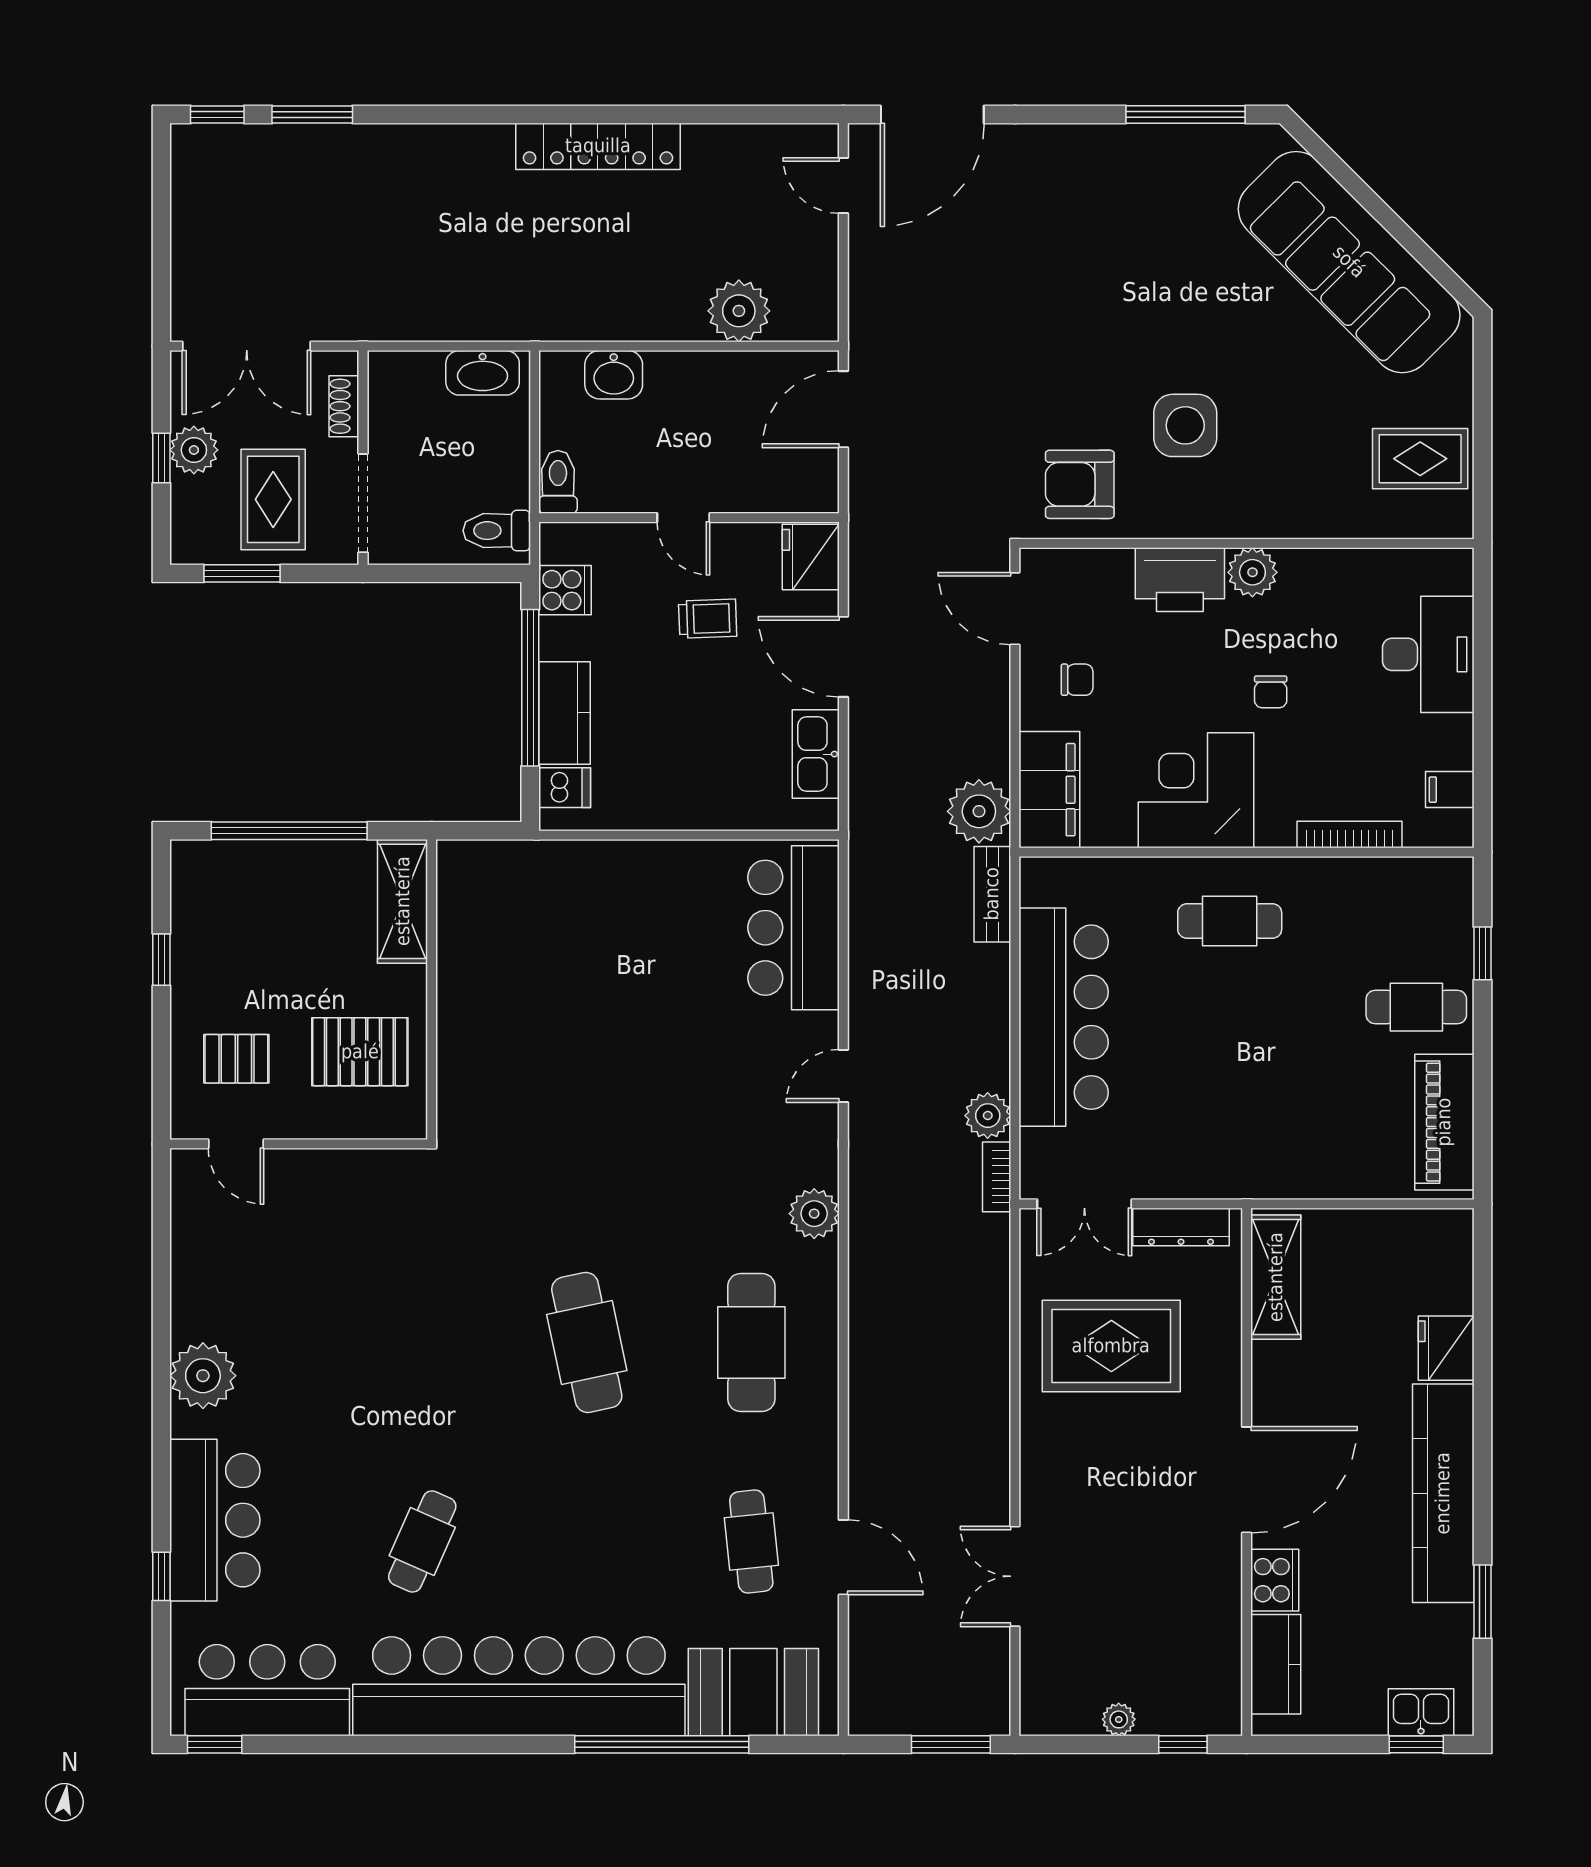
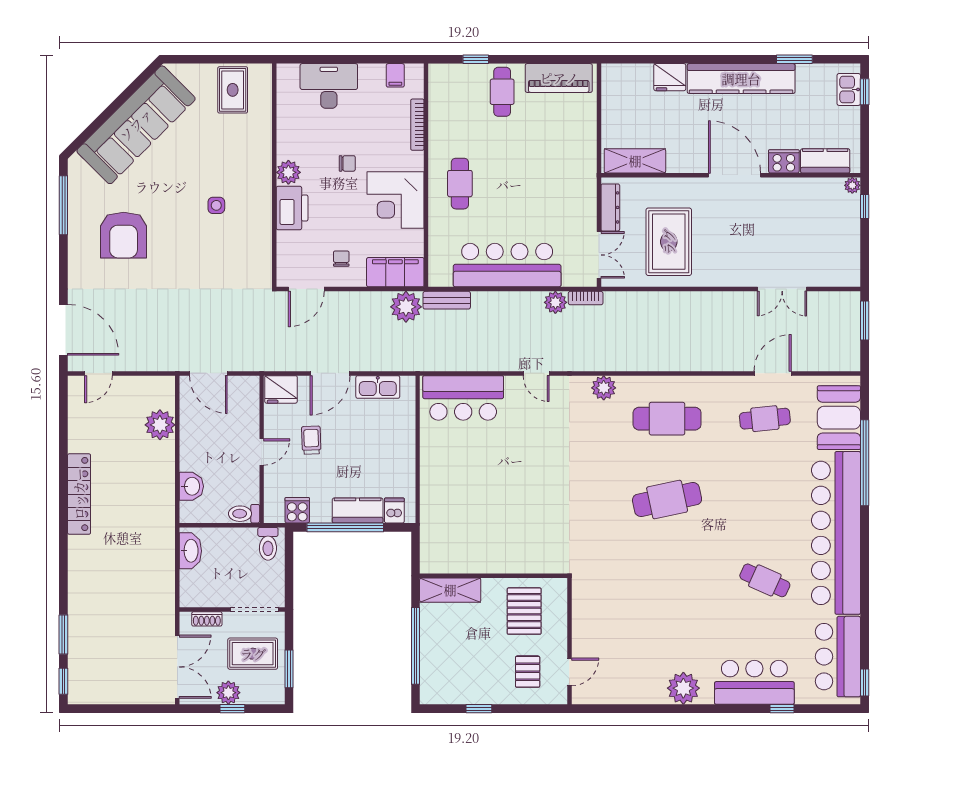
side table: (1185, 425) -> (216, 205), width x0.54, depth x0.54
armchair: (1080, 484) -> (124, 235), moved, width x1.36, depth x1.36
plant: (1119, 1719) -> (852, 185), moved

